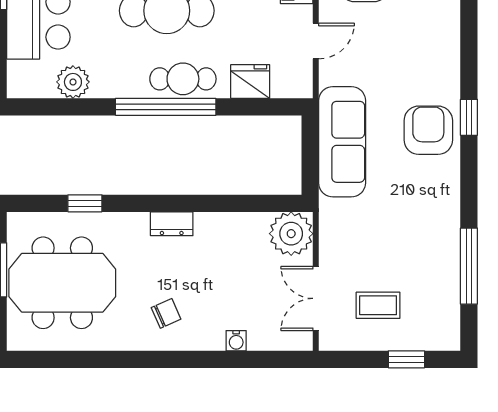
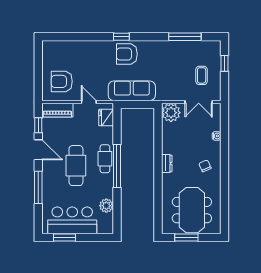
fridge: (250, 82) -> (106, 118), moved
window: (85, 203) -> (158, 200), removed

